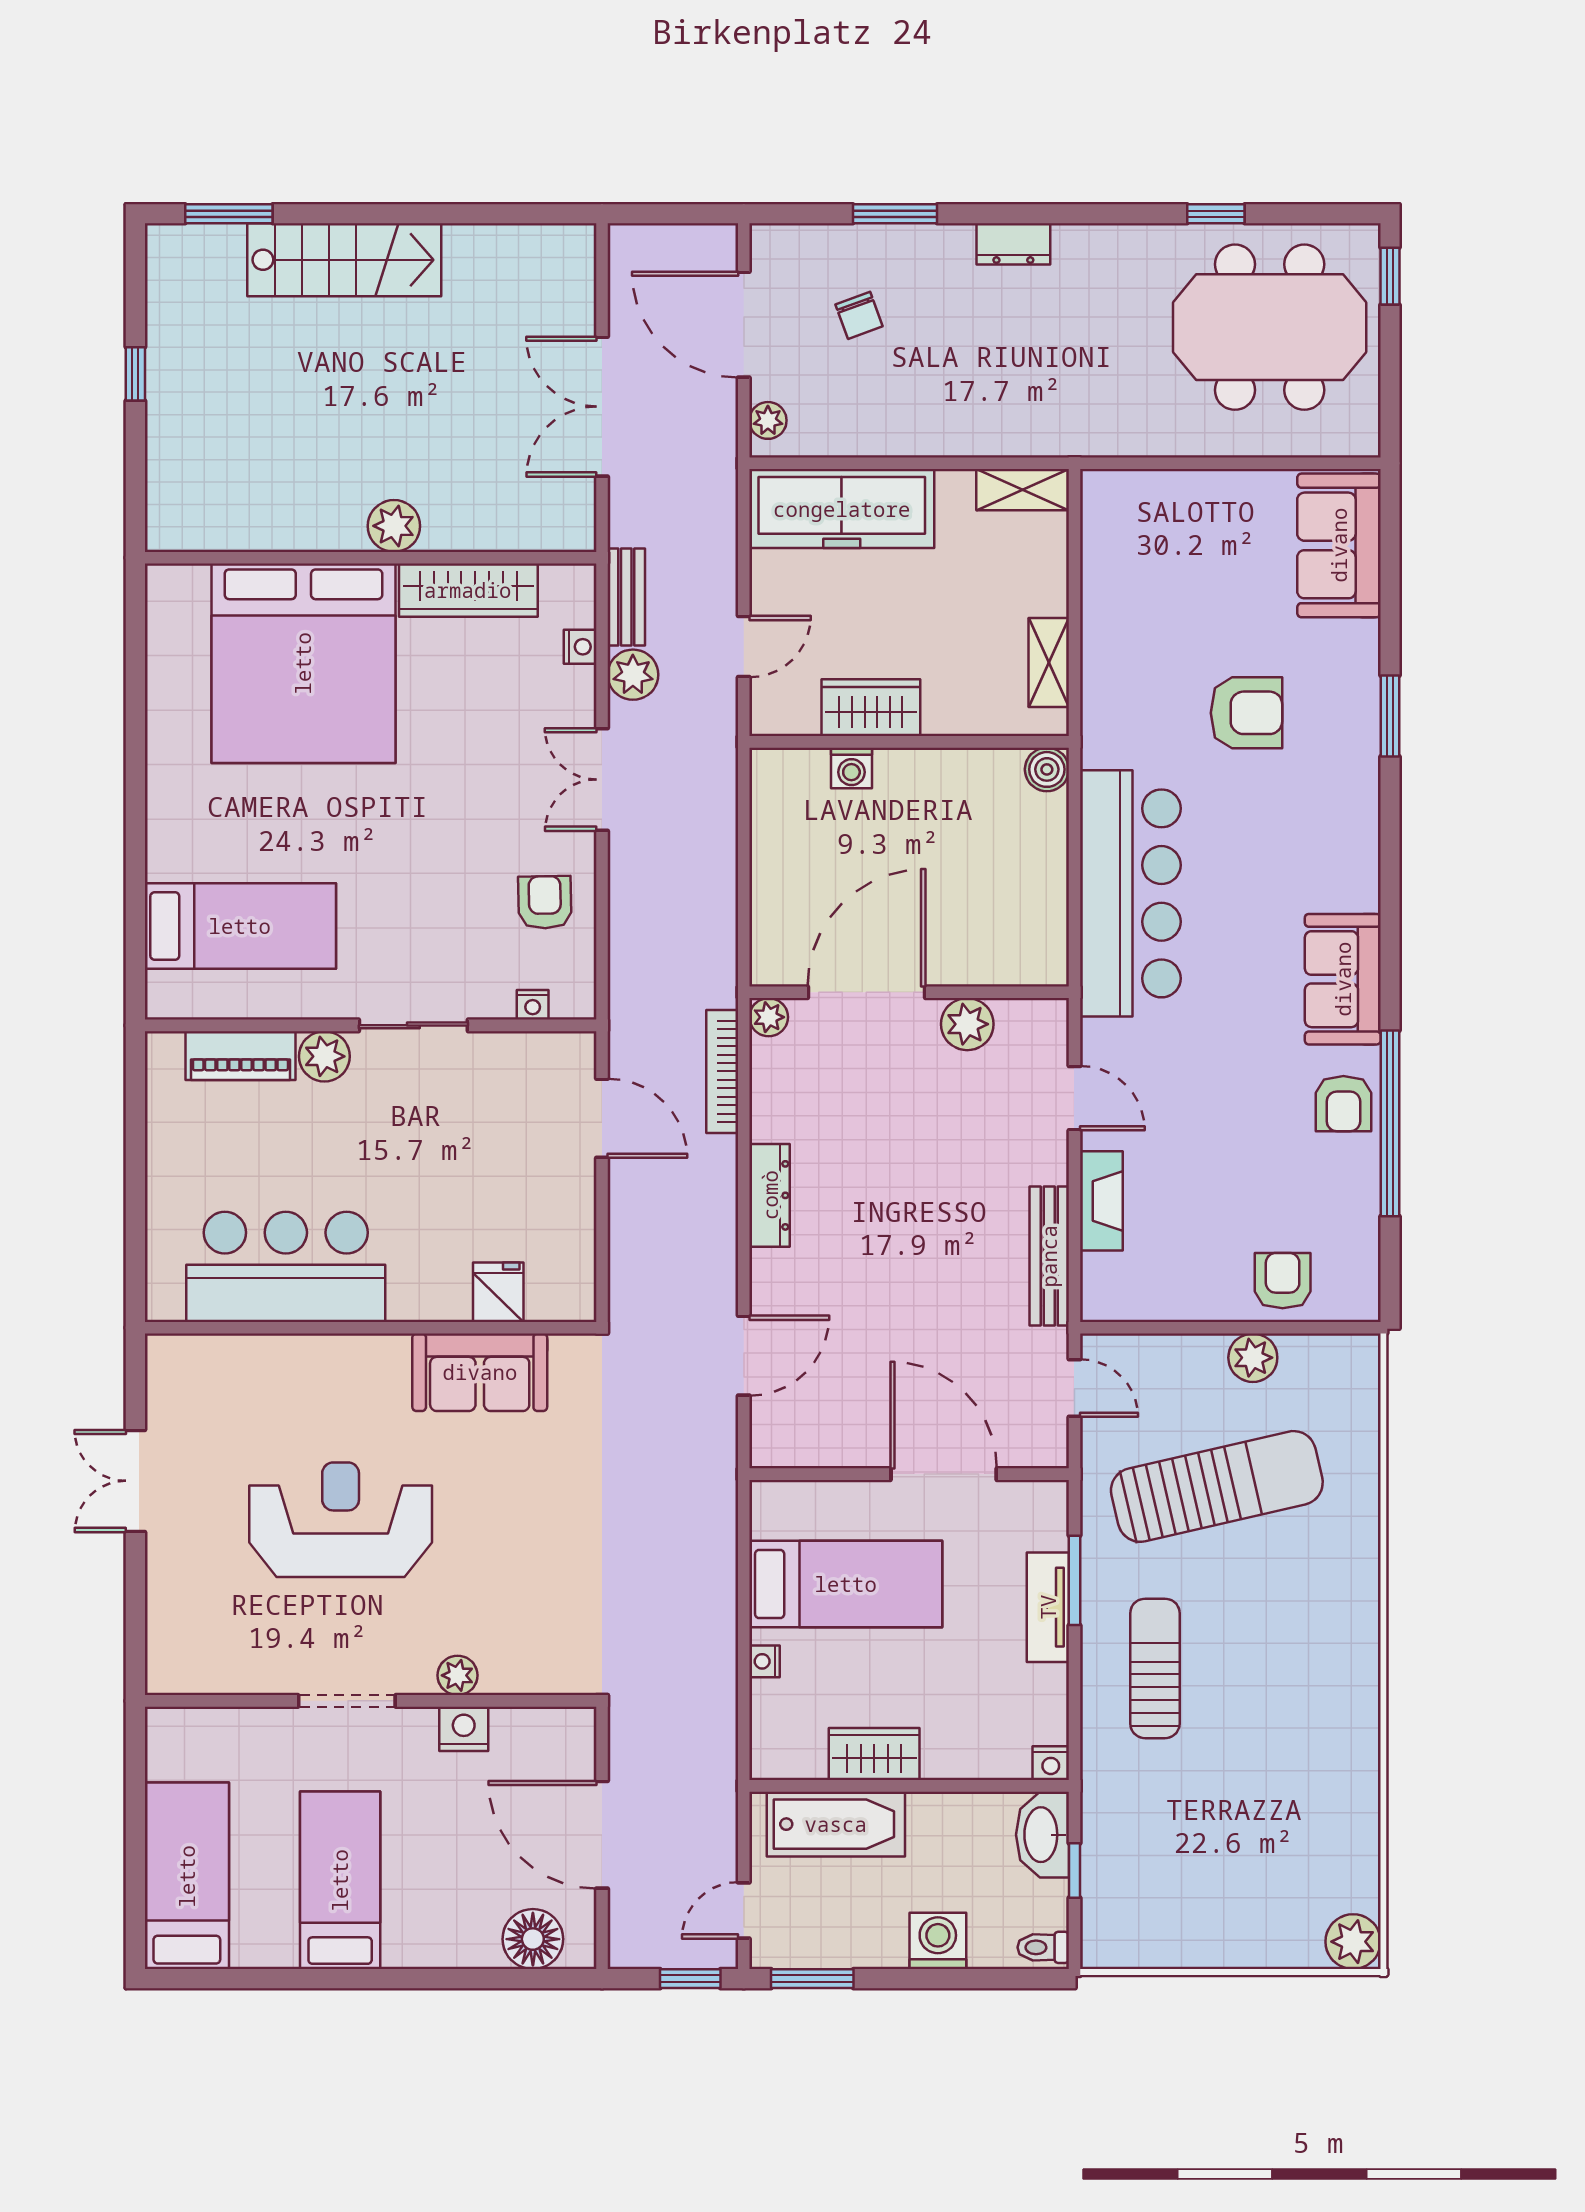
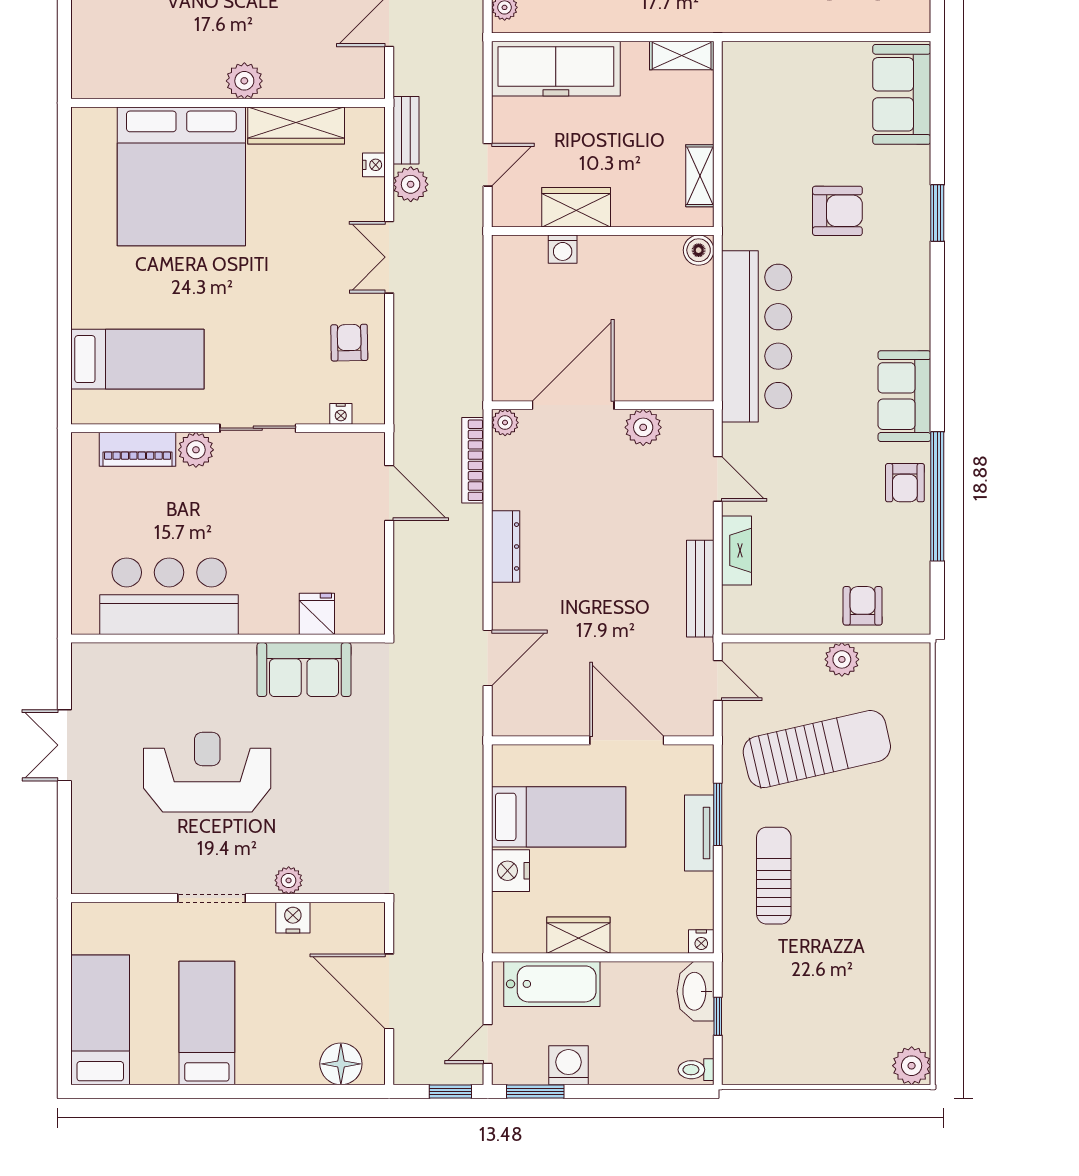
nightstand: (765, 1661) -> (511, 871), width x1.89, depth x1.79
washing machine: (938, 1941) -> (568, 1065), moved

